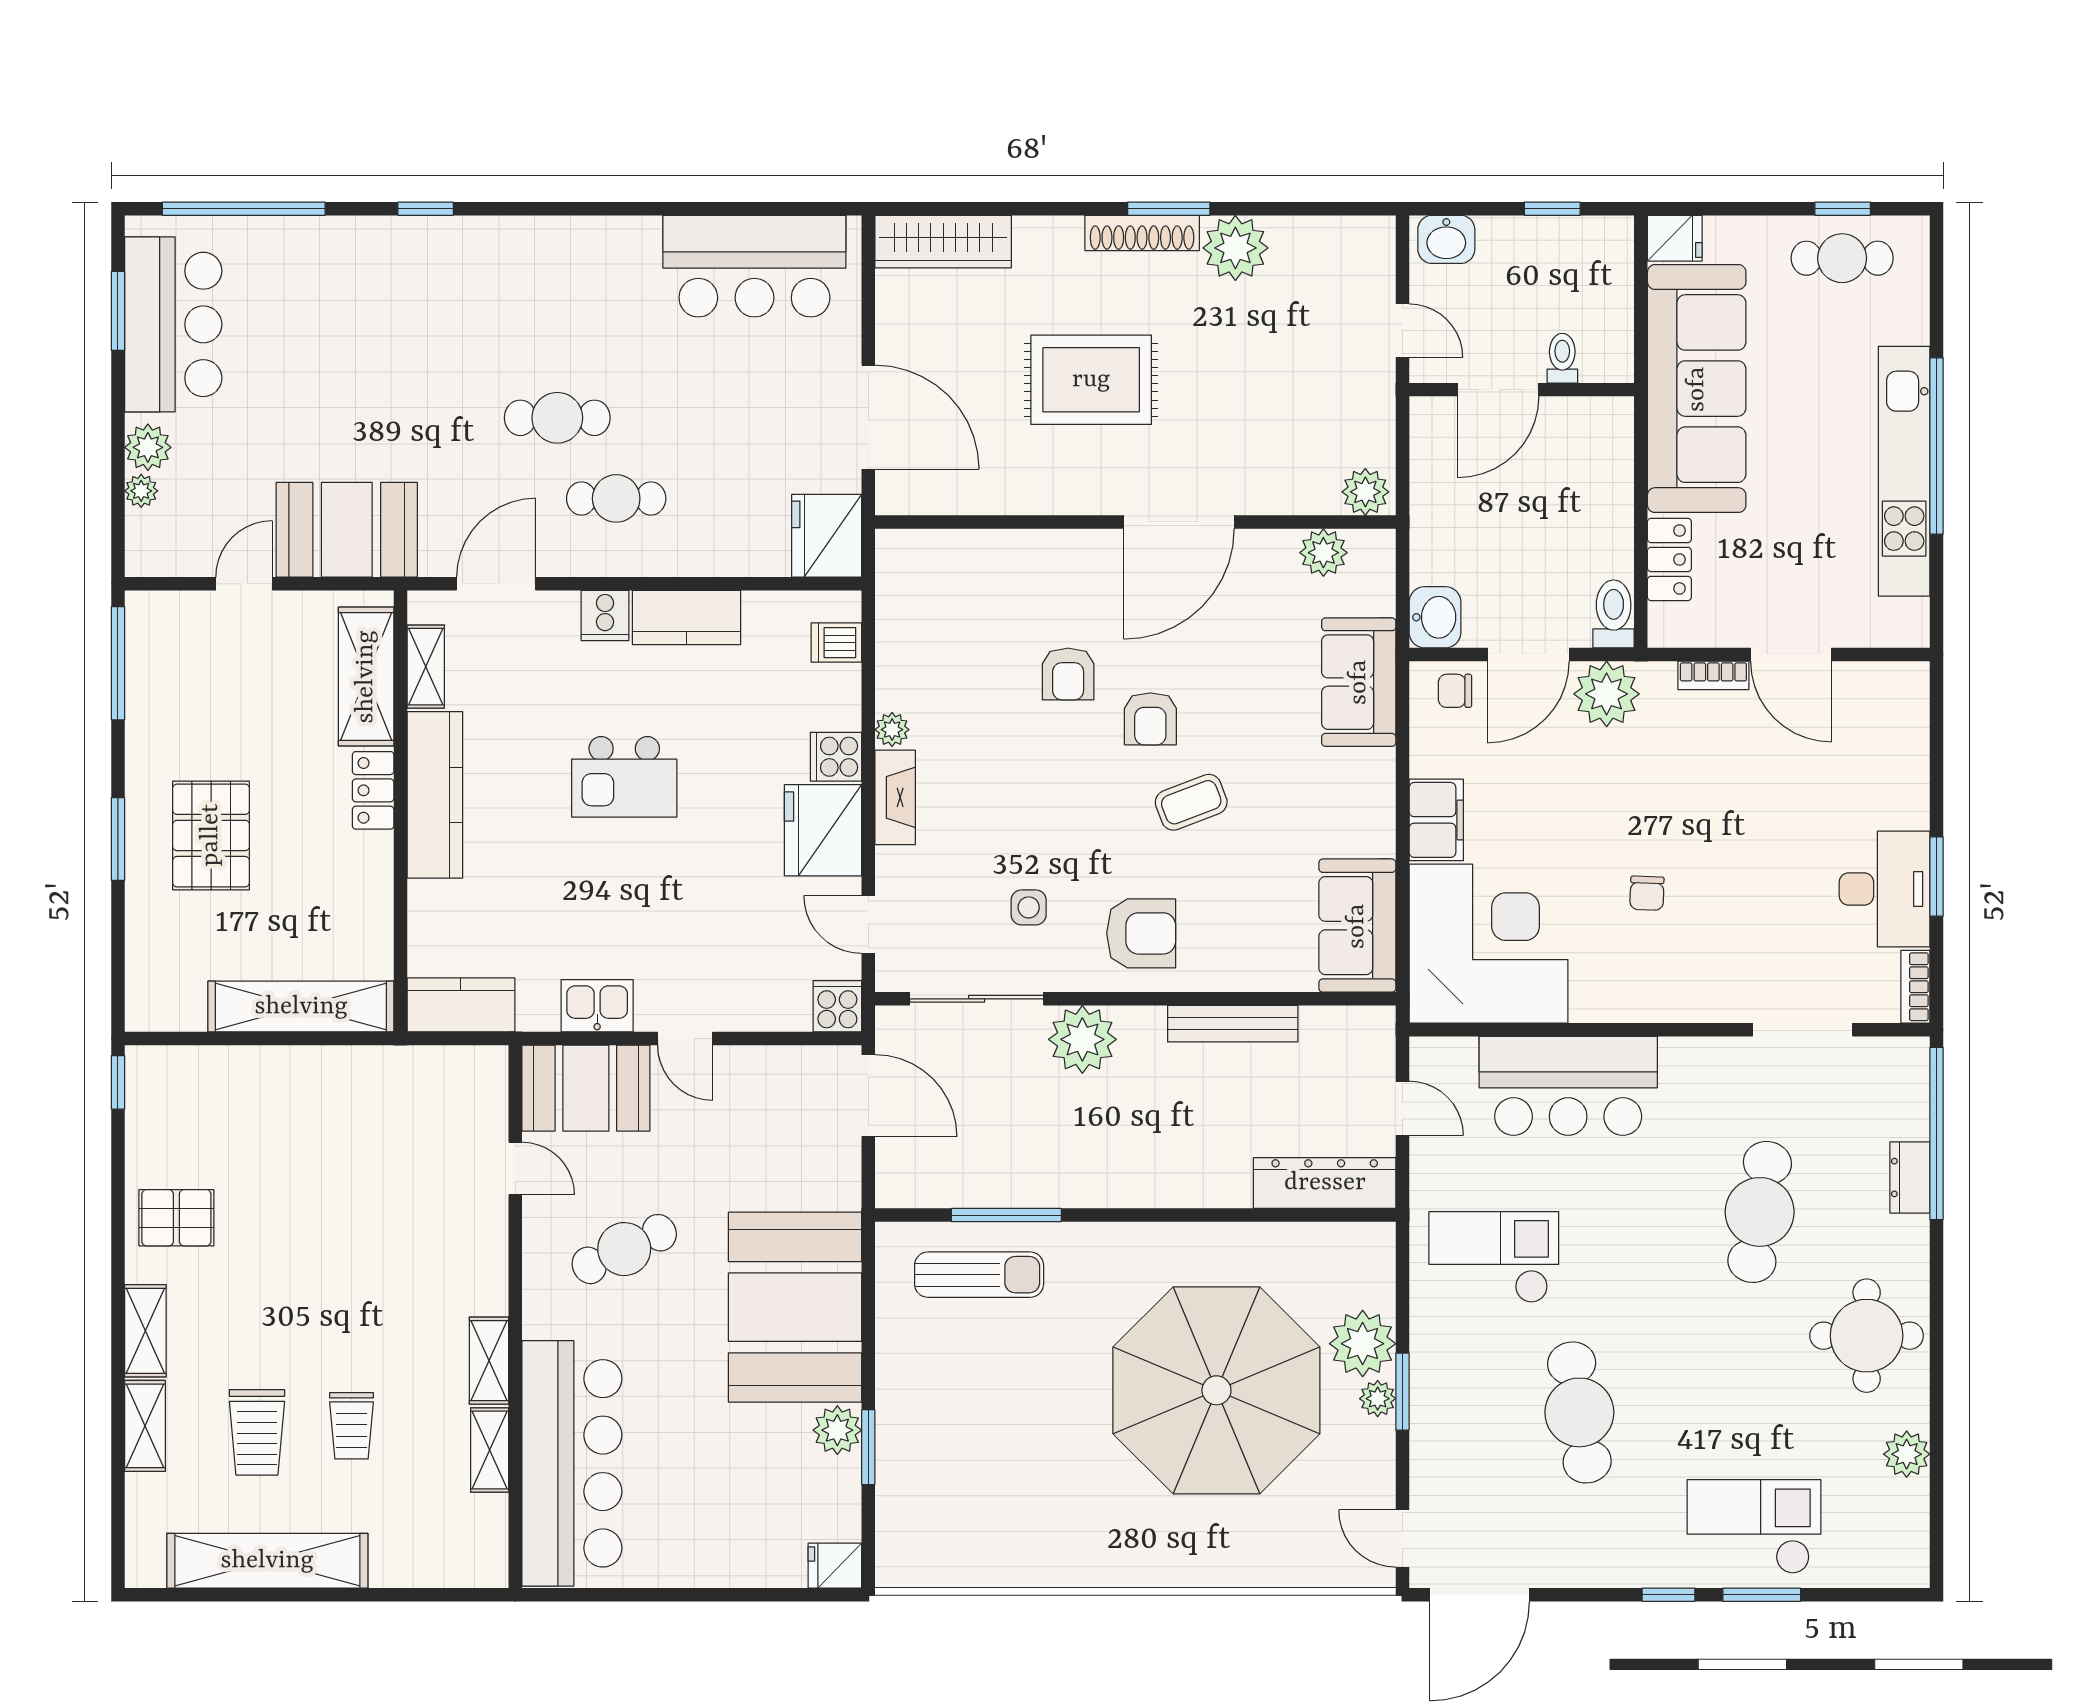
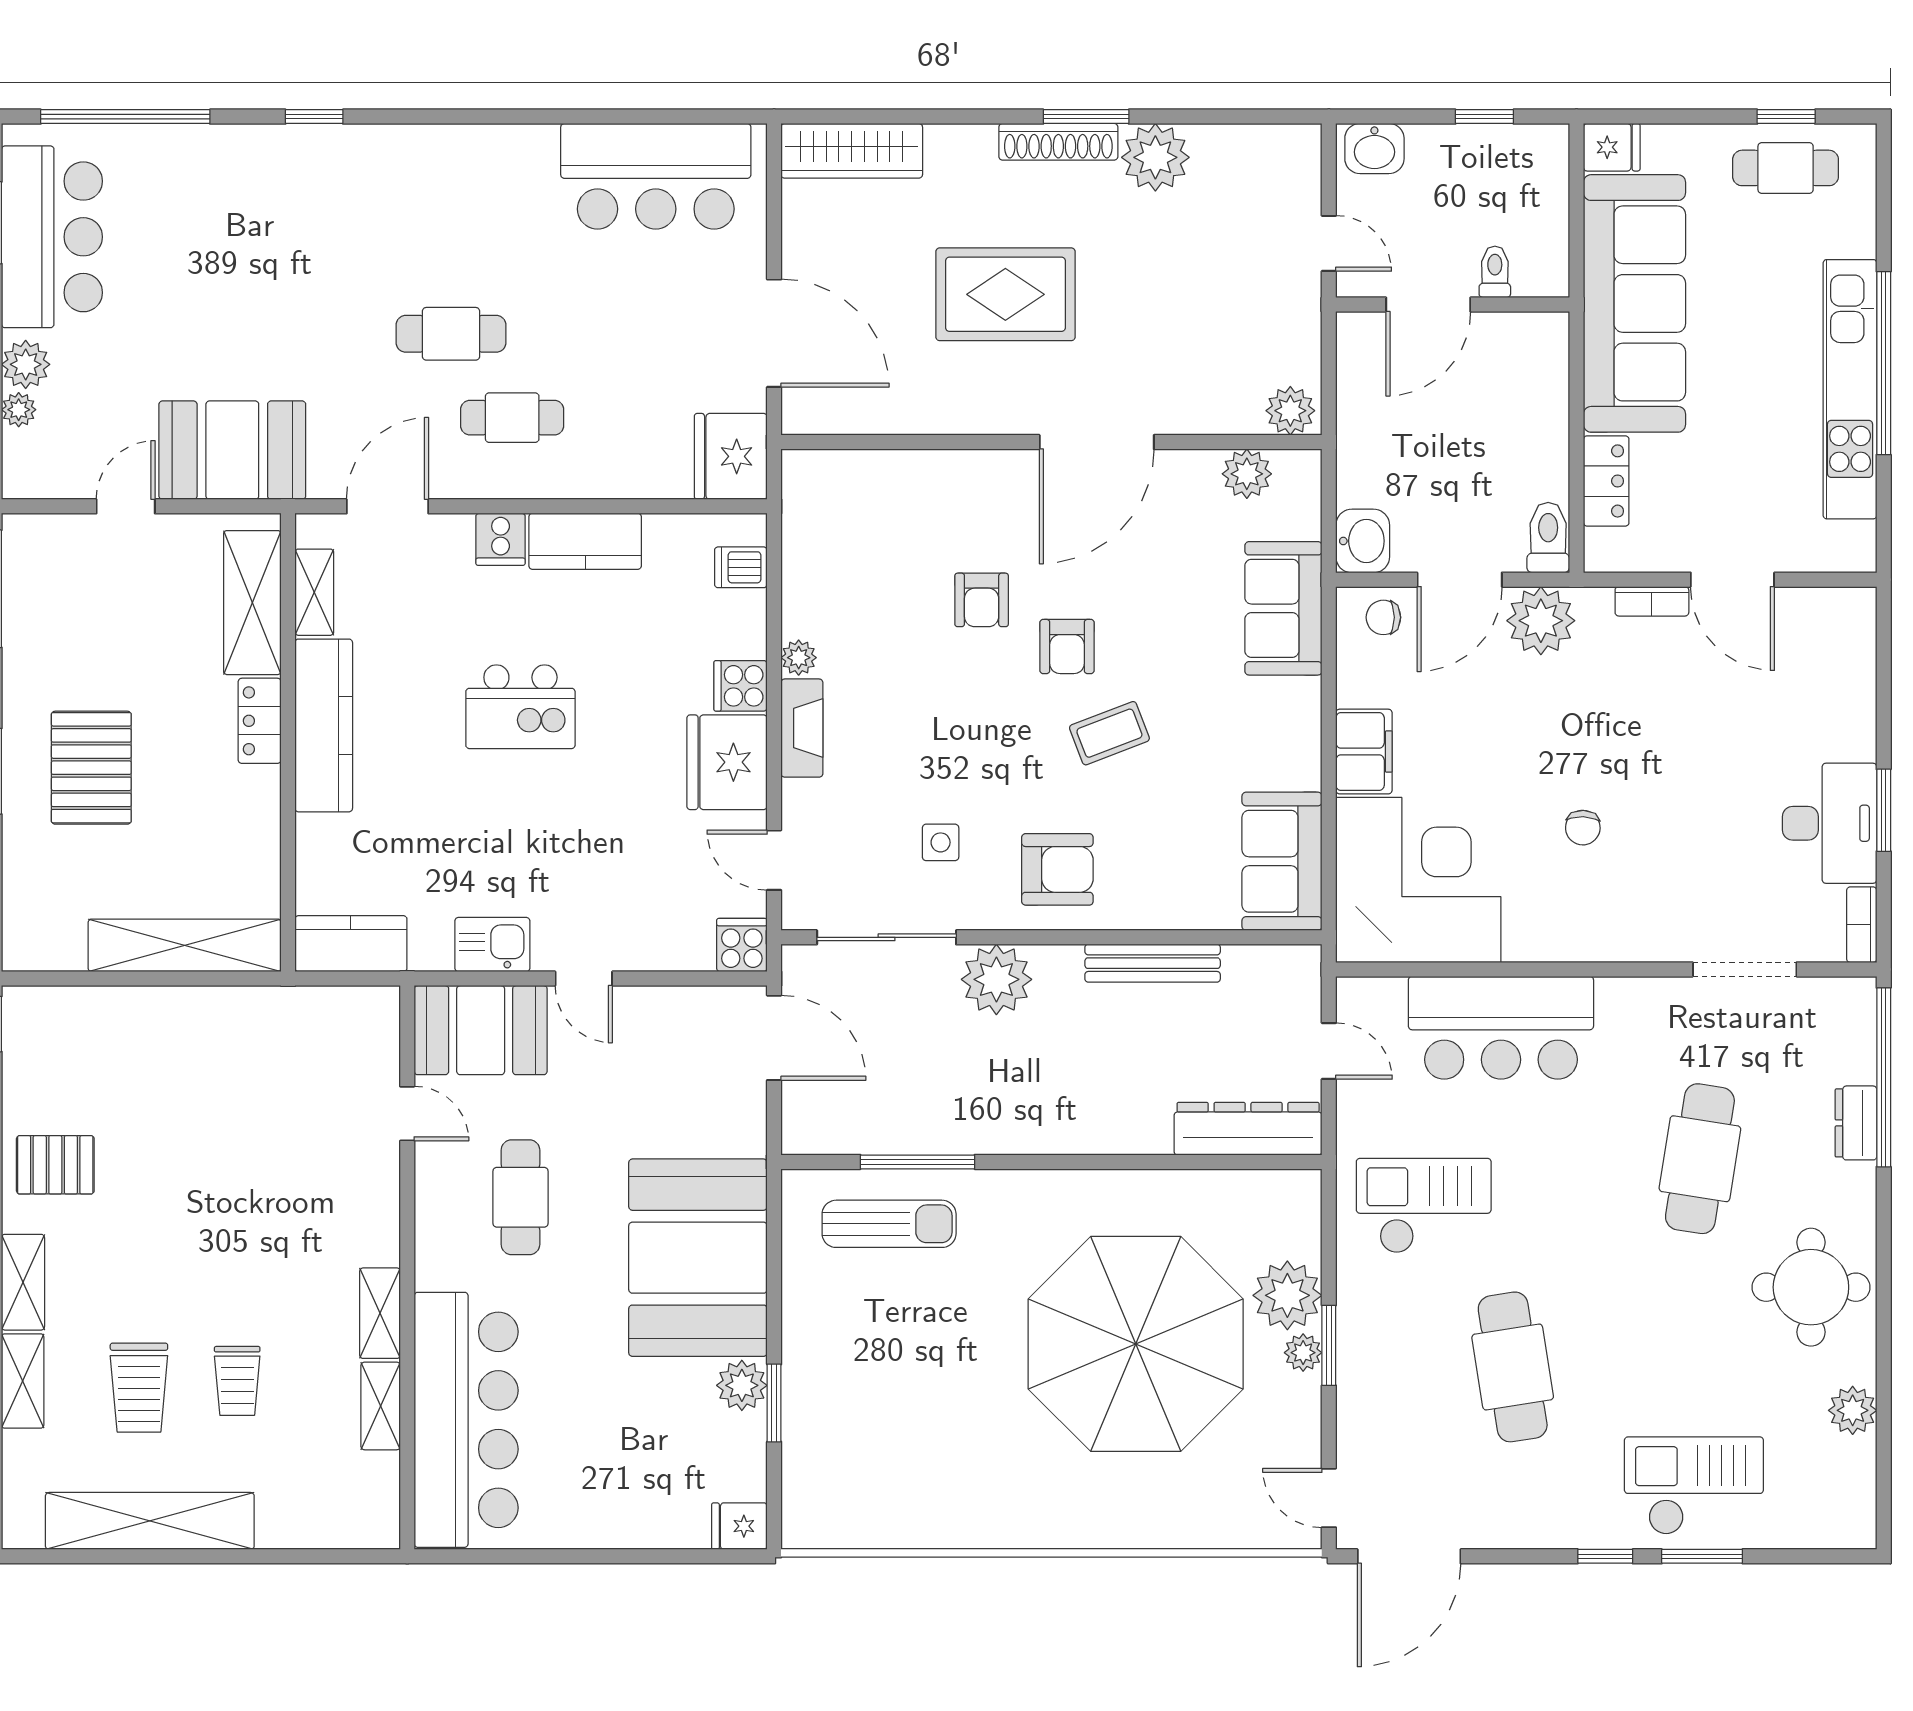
cafe table: (624, 1249) -> (520, 1197), turned -65

